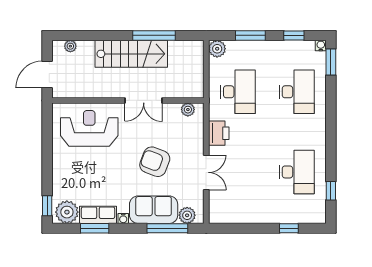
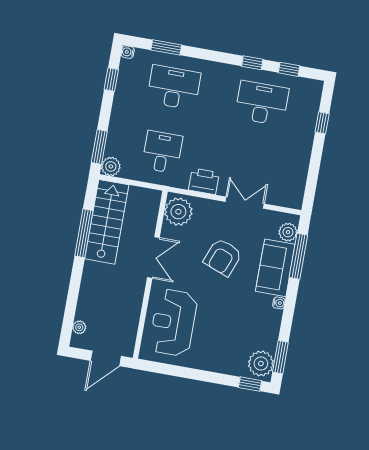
window: (250, 35) -> (99, 147), moved
stairs: (131, 54) -> (107, 222), moved
window: (331, 62) -> (166, 47), moved
door: (47, 74) -> (106, 358), hinge flipped
desk: (238, 92) -> (162, 152), width x0.73
plant: (188, 110) -> (178, 212), width x1.87, depth x1.87
window: (331, 157) -> (252, 63), added
row of seats: (98, 215) -> (270, 330), removed
window: (95, 228) -> (280, 357), moved

